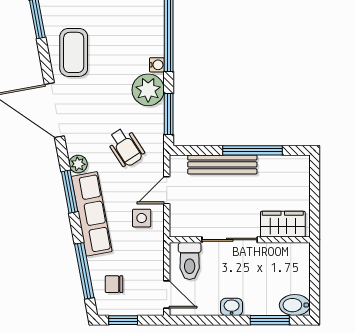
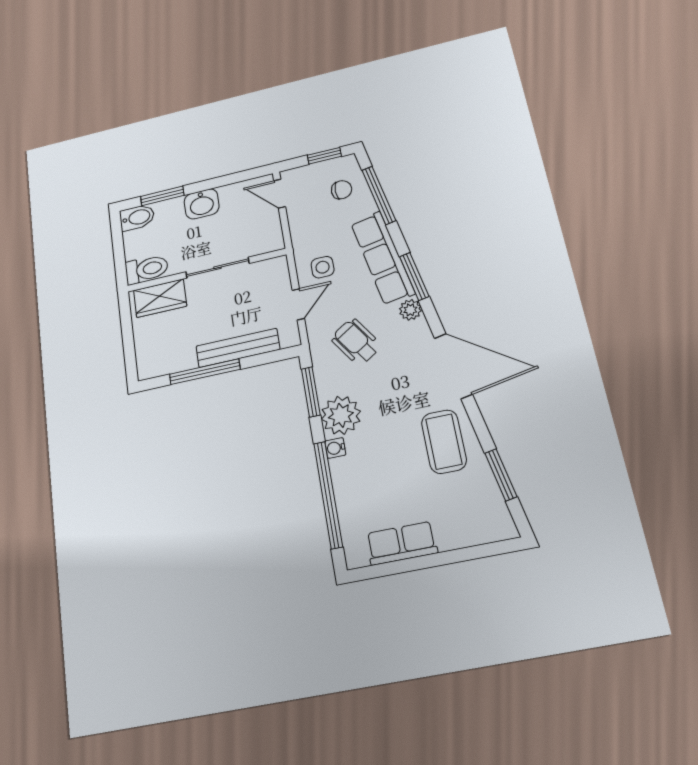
toilet: (190, 261) -> (147, 269), moved, turned 90
washbasin: (232, 307) -> (202, 204), width x1.38, depth x1.45

